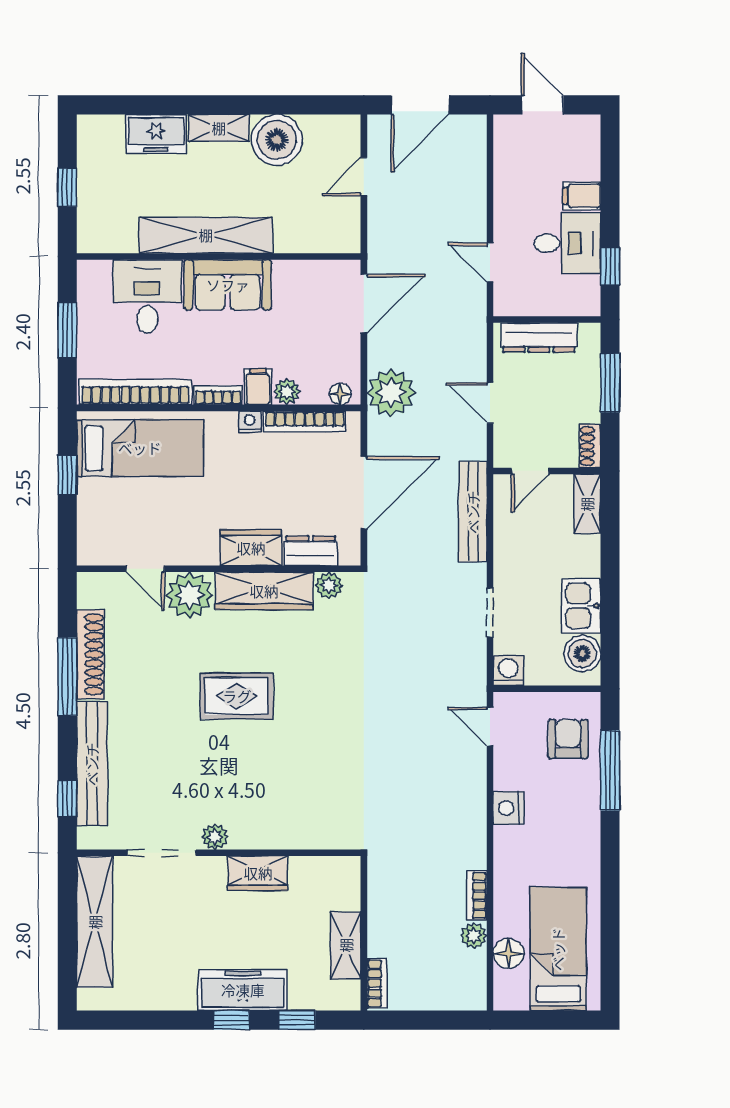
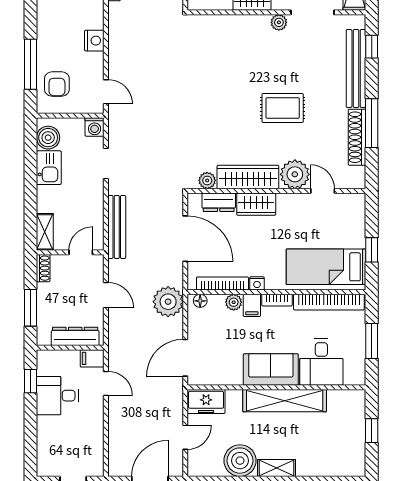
freezer: (156, 134) -> (206, 401), moved, turned 180
filing cabinet: (582, 196) -> (92, 358), moved, turned 180
door: (364, 493) -> (185, 239), swing flipped
rug: (237, 696) -> (283, 108), moved

